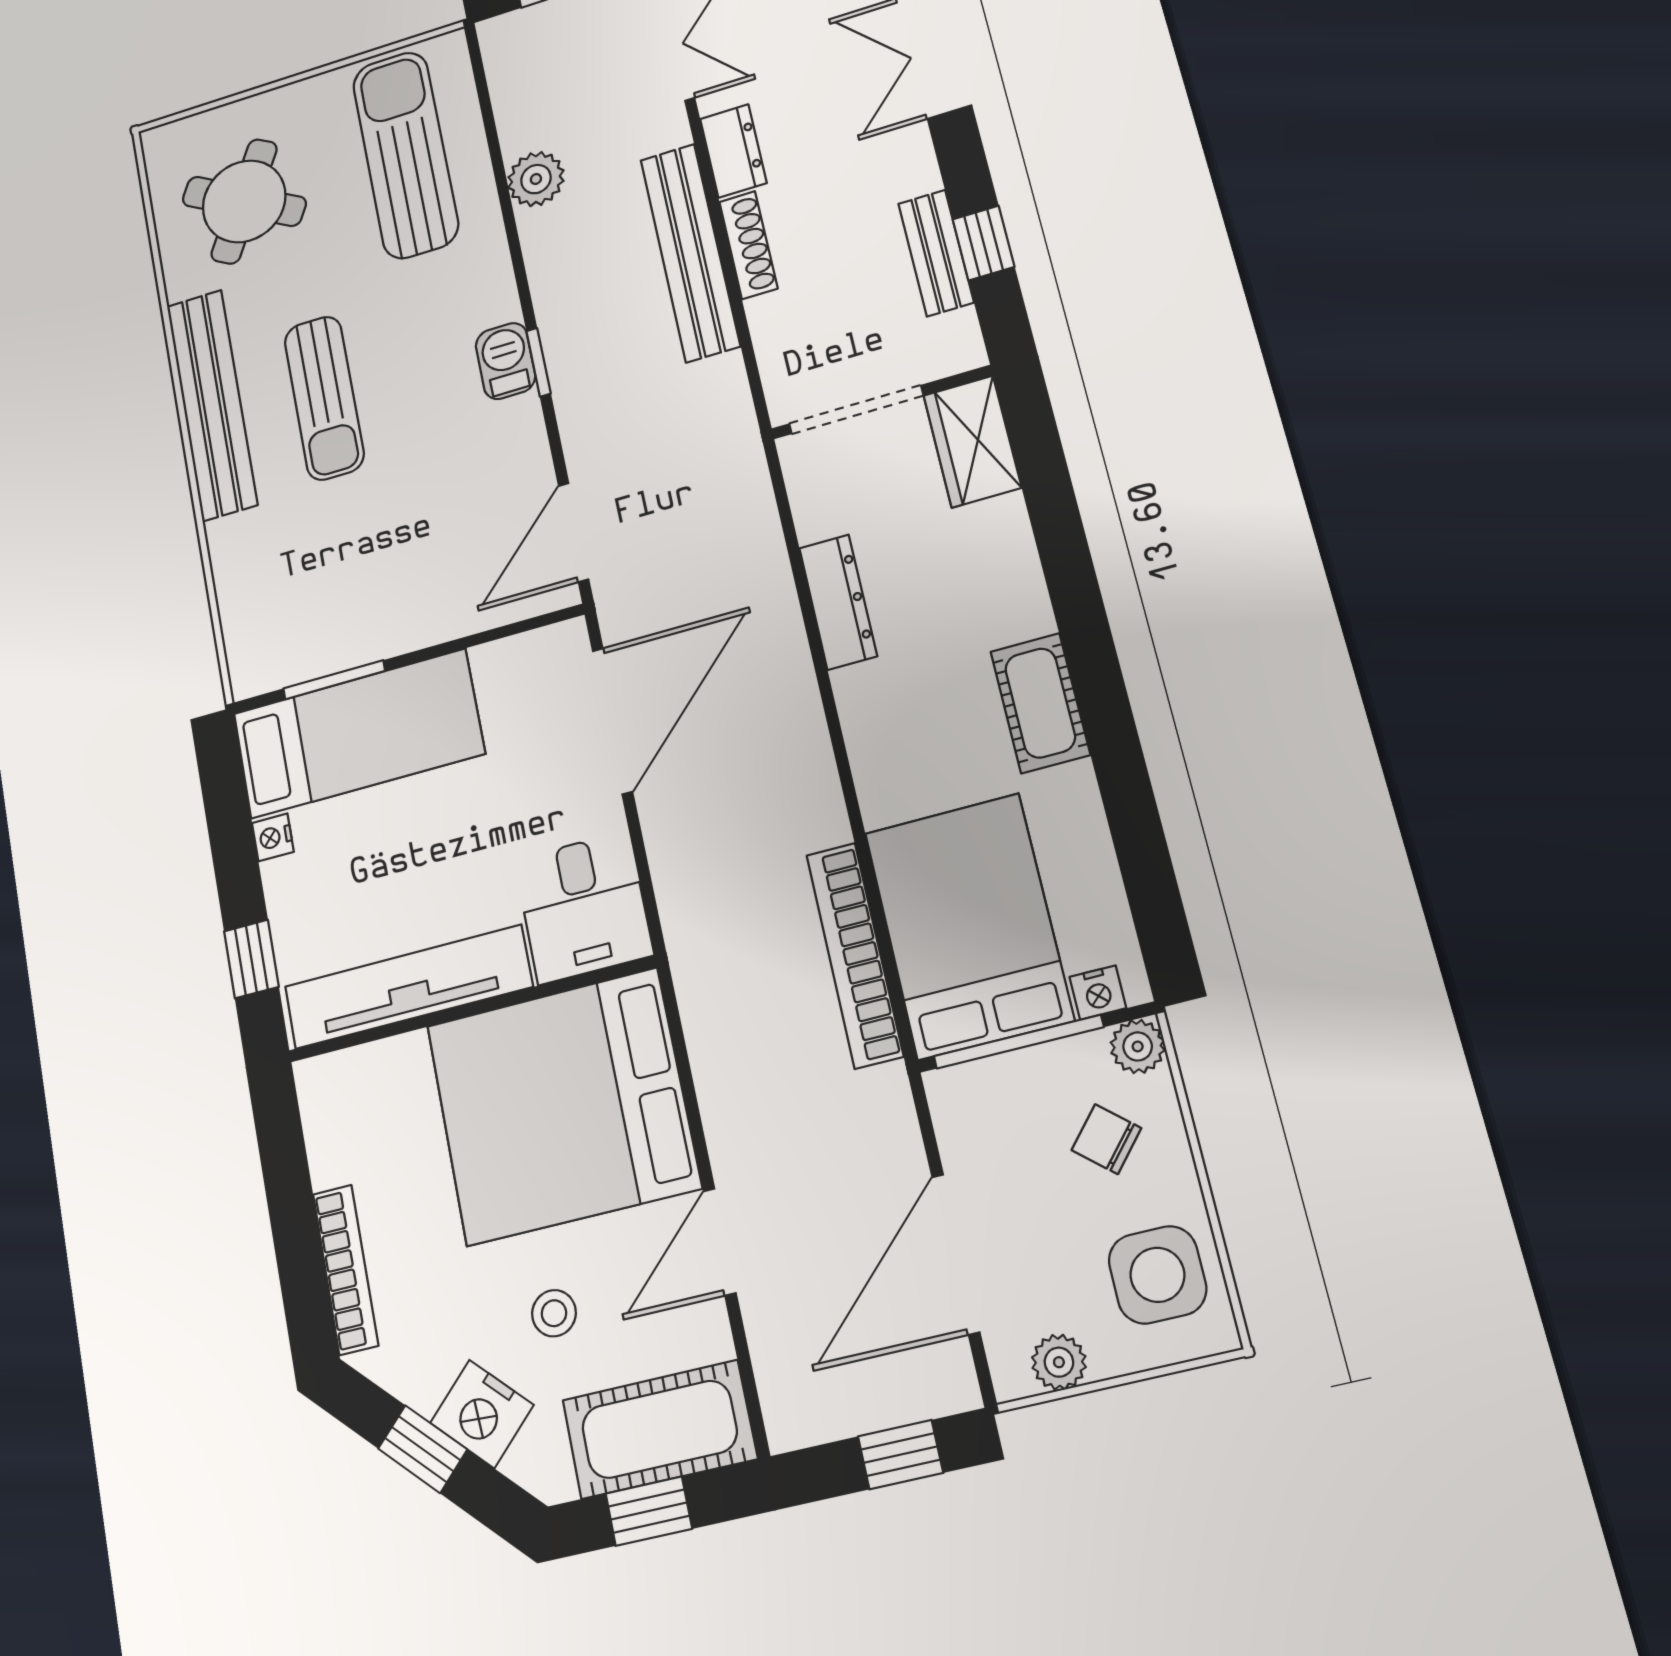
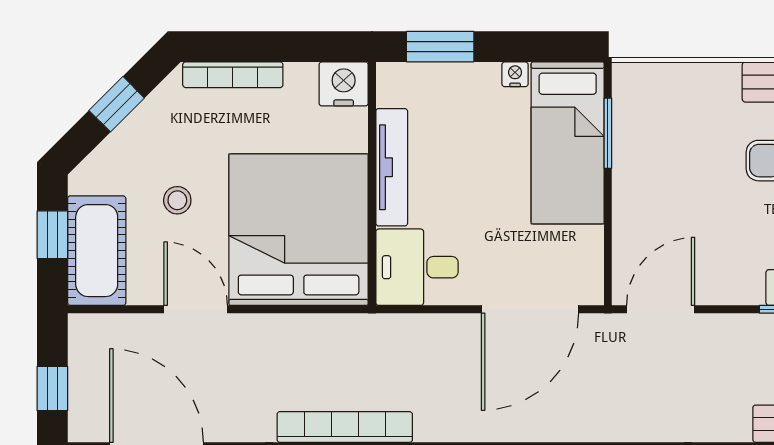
door: (574, 532) -> (661, 309), hinge flipped
door: (612, 721) -> (530, 309), hinge flipped
window: (251, 959) -> (440, 47), width x1.50
tv unit: (408, 987) -> (392, 167), width x0.73, depth x0.78
nightstand: (482, 1414) -> (344, 84), moved, turned 45

